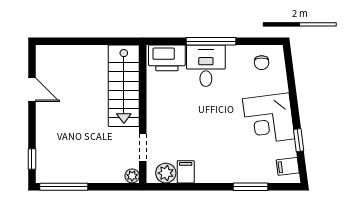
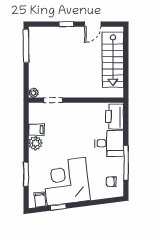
window: (211, 41) -> (126, 163), moved
stairs: (124, 86) -> (113, 60), moved, turned -90
corner desk: (269, 119) -> (66, 182), width x1.36, depth x1.36
window: (32, 159) -> (66, 24), moved
plant: (166, 173) -> (35, 143), moved

